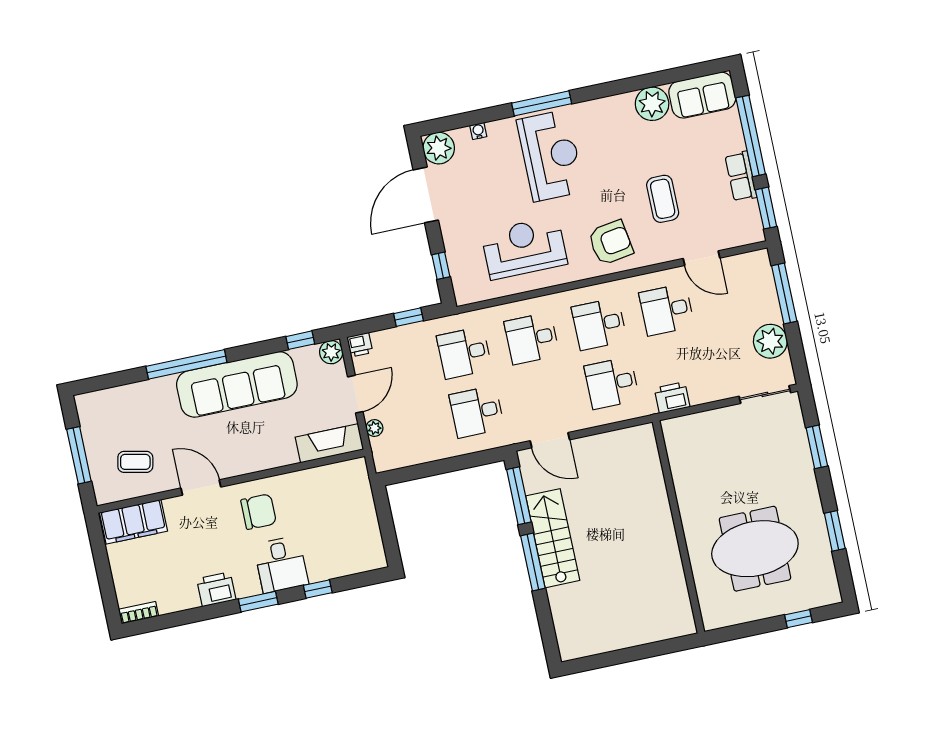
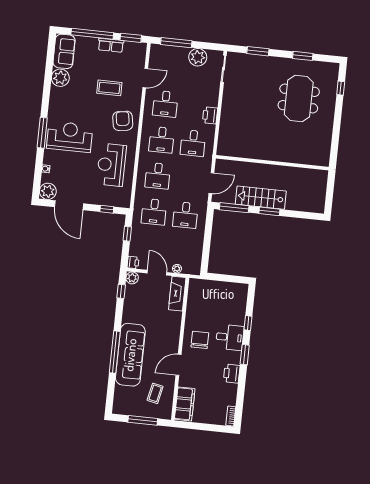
sofa: (237, 384) -> (130, 355), moved
wall: (678, 527) -> (272, 163), moved
window: (533, 562) -> (269, 211), width x0.69

